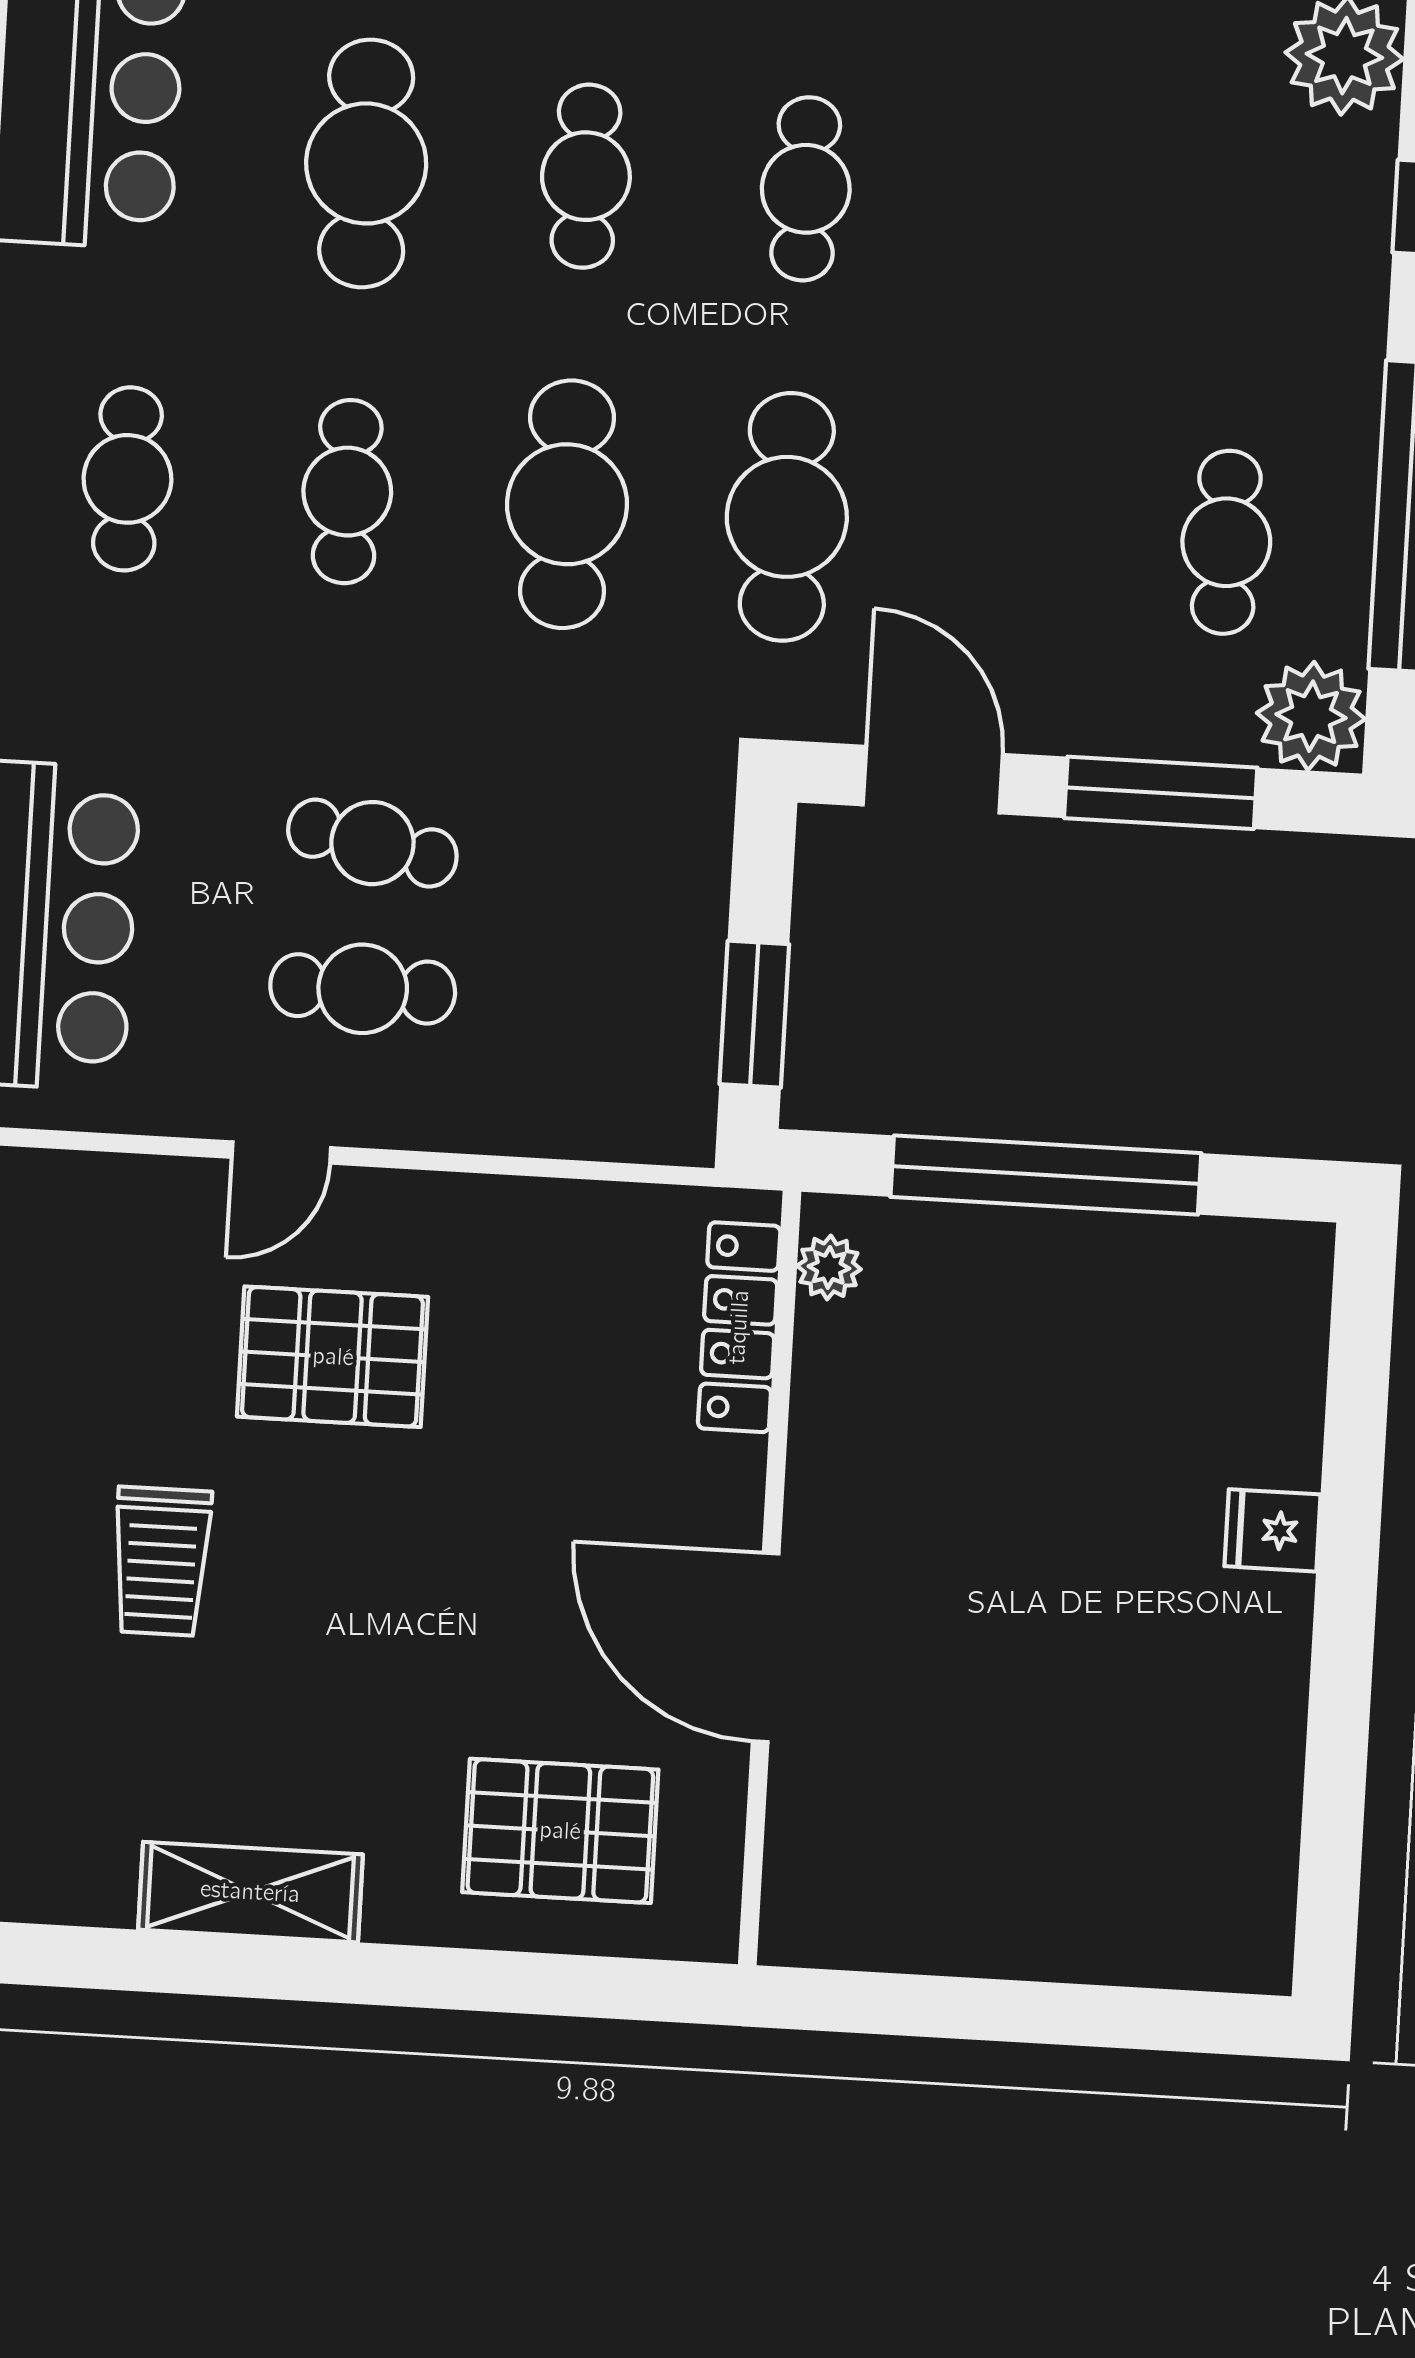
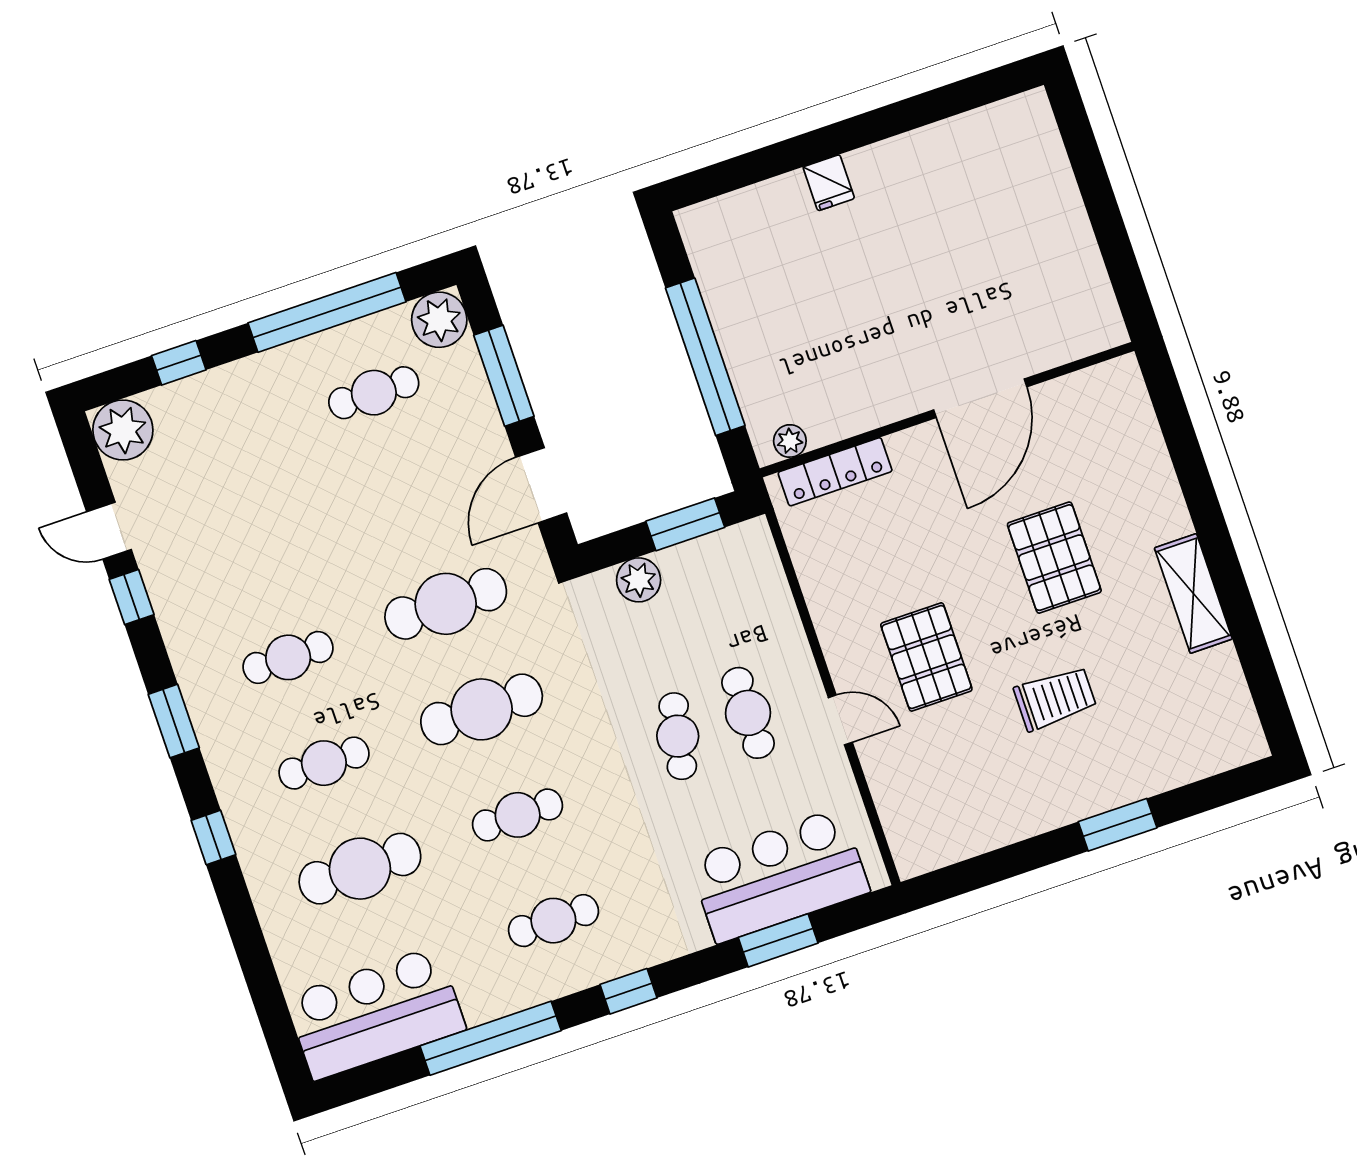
plant: (687, 887) -> (639, 580), added
pallet: (560, 1831) -> (1054, 558), moved

